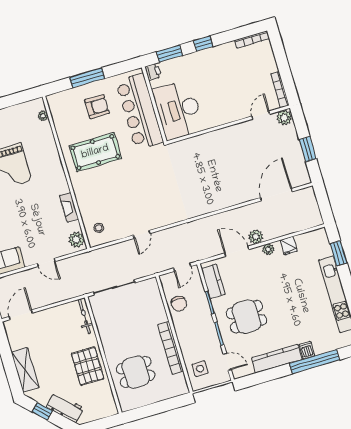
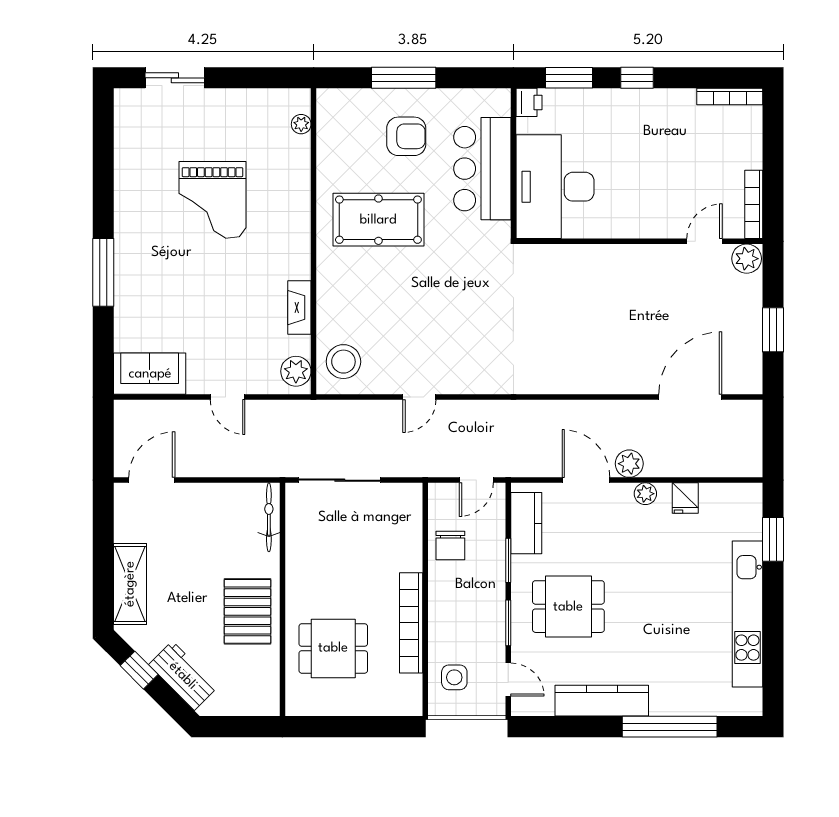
bar counter: (140, 112) -> (482, 169), width x0.73
stool: (99, 228) -> (343, 362), width x1.89, depth x1.89
dishwasher: (307, 350) -> (662, 701), removed

